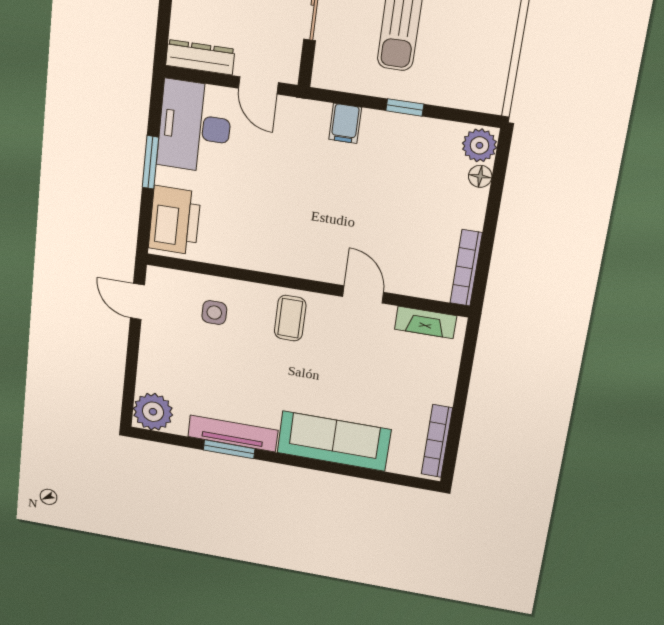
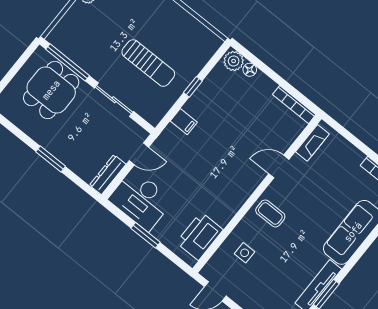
printer: (174, 220) -> (200, 236), moved, turned -90

